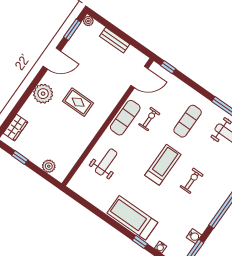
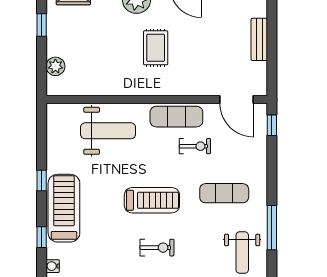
weight bench: (106, 162) -> (108, 131), width x1.36, depth x1.33
window: (108, 219) -> (42, 181), added

